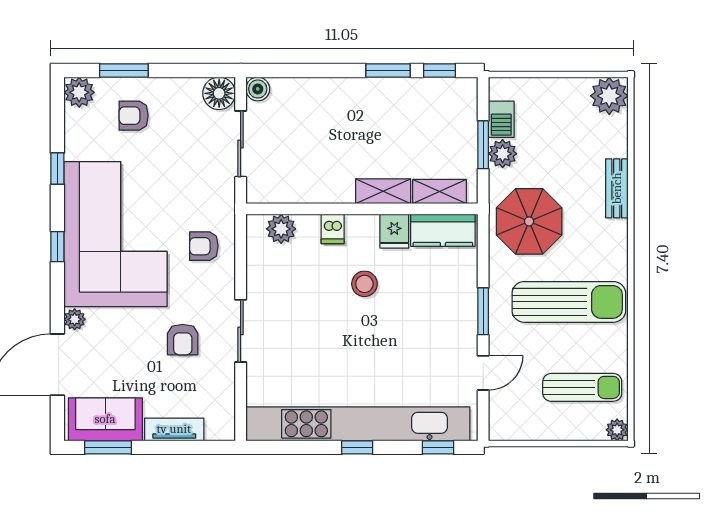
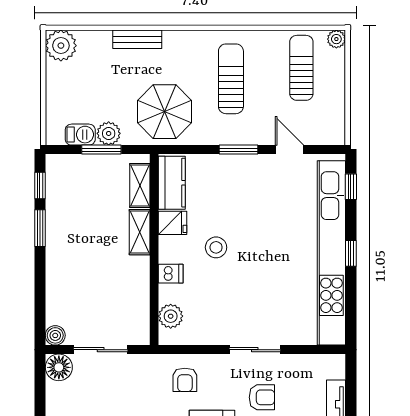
sun lounger: (569, 302) -> (231, 79), width x0.73, depth x0.75

